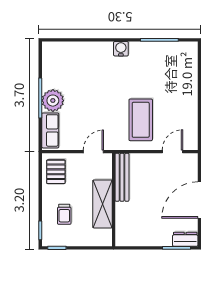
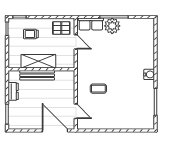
coffee table: (141, 120) -> (98, 89), width x0.54, depth x0.58
door: (93, 152) -> (76, 42), moved
bench: (122, 177) -> (37, 75), moved
door: (199, 200) -> (55, 130), moved
dresser: (185, 239) -> (13, 91), moved

